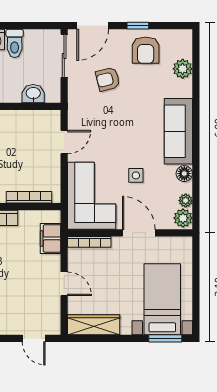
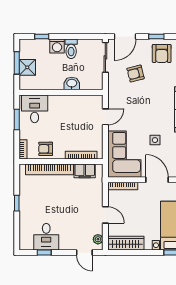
washbasin: (33, 94) -> (72, 84), moved
filing cabinet: (51, 238) -> (85, 171), moved, turned -90
plant: (53, 319) -> (98, 239), added

